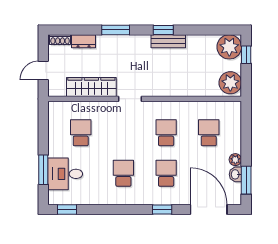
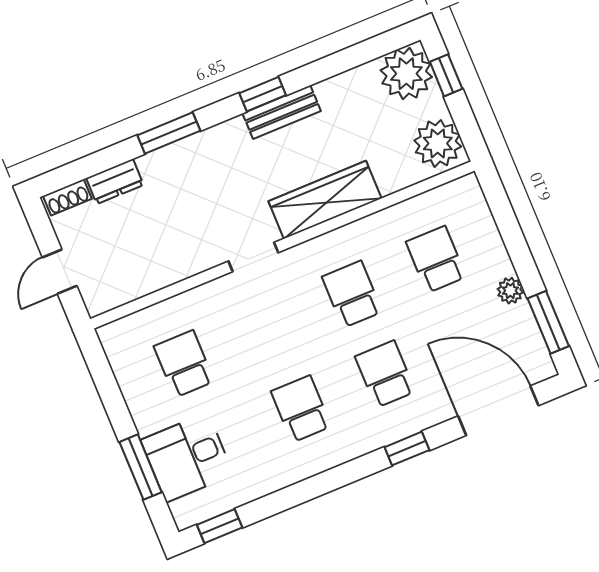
wardrobe: (91, 87) -> (325, 200), moved
washbasin: (235, 174) -> (523, 320), removed

